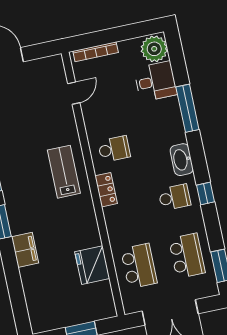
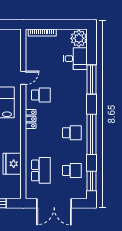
door: (74, 93) -> (23, 78), moved
washbasin: (182, 160) -> (81, 110), removed
window: (206, 193) -> (92, 134), width x3.17
school desk: (187, 256) -> (72, 170), width x0.54

